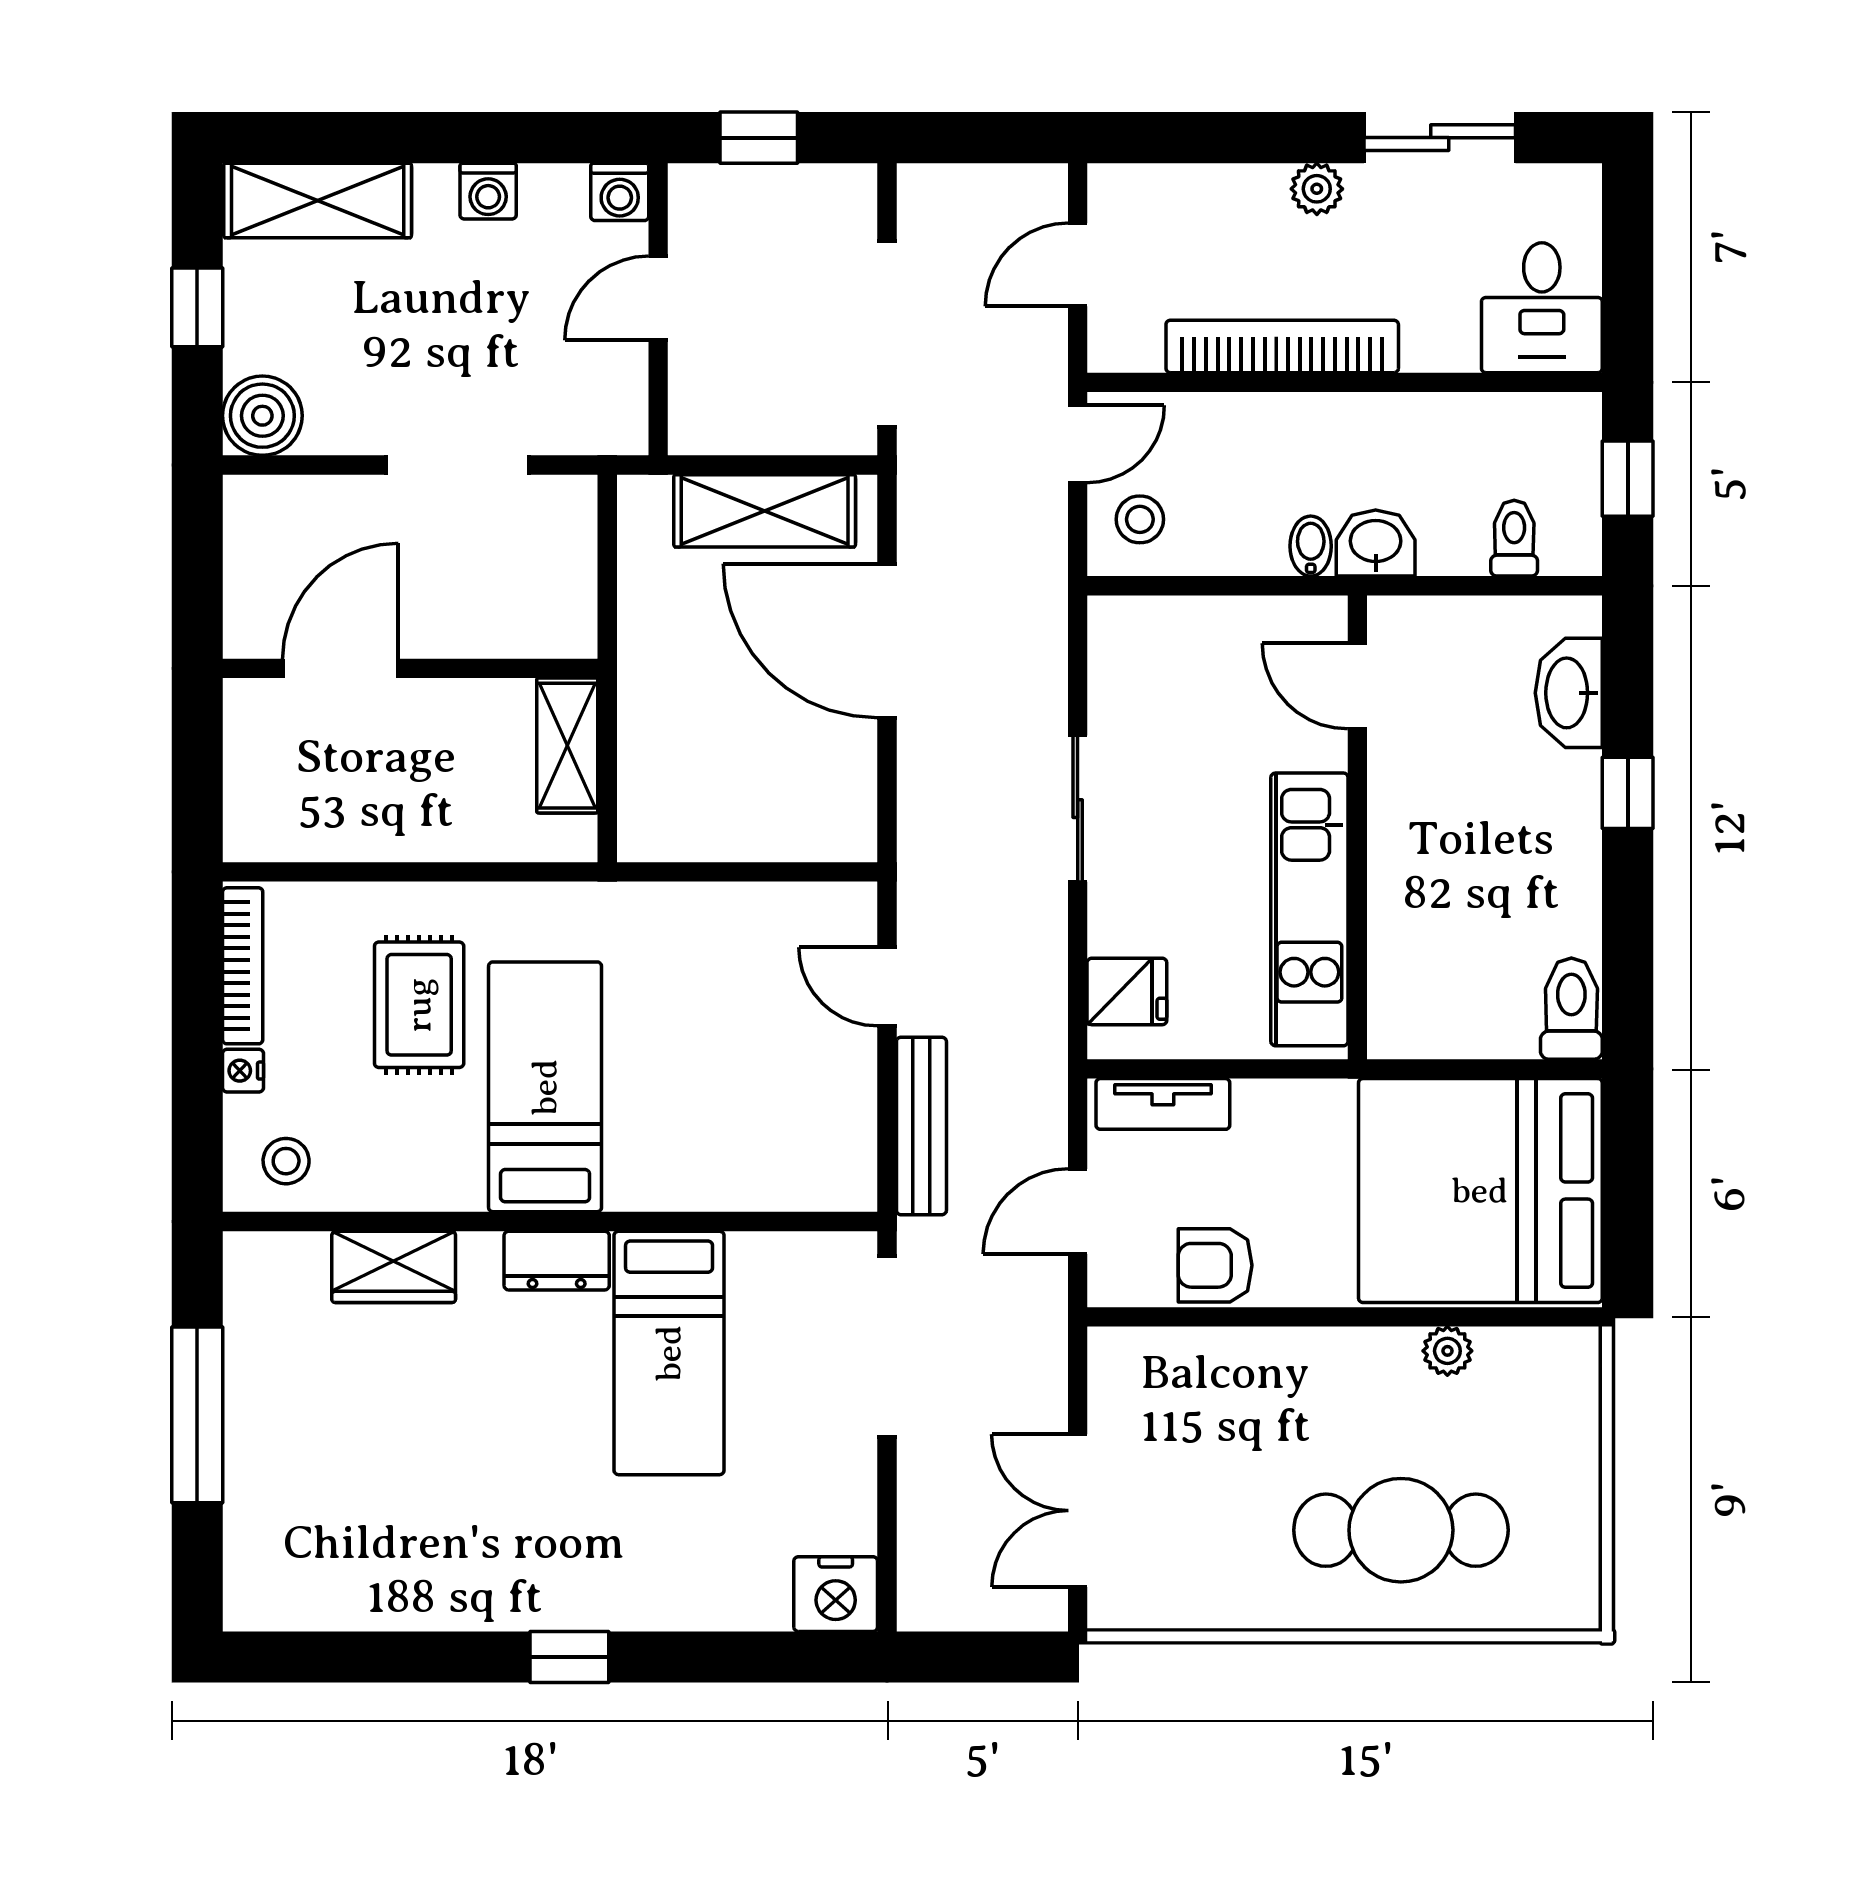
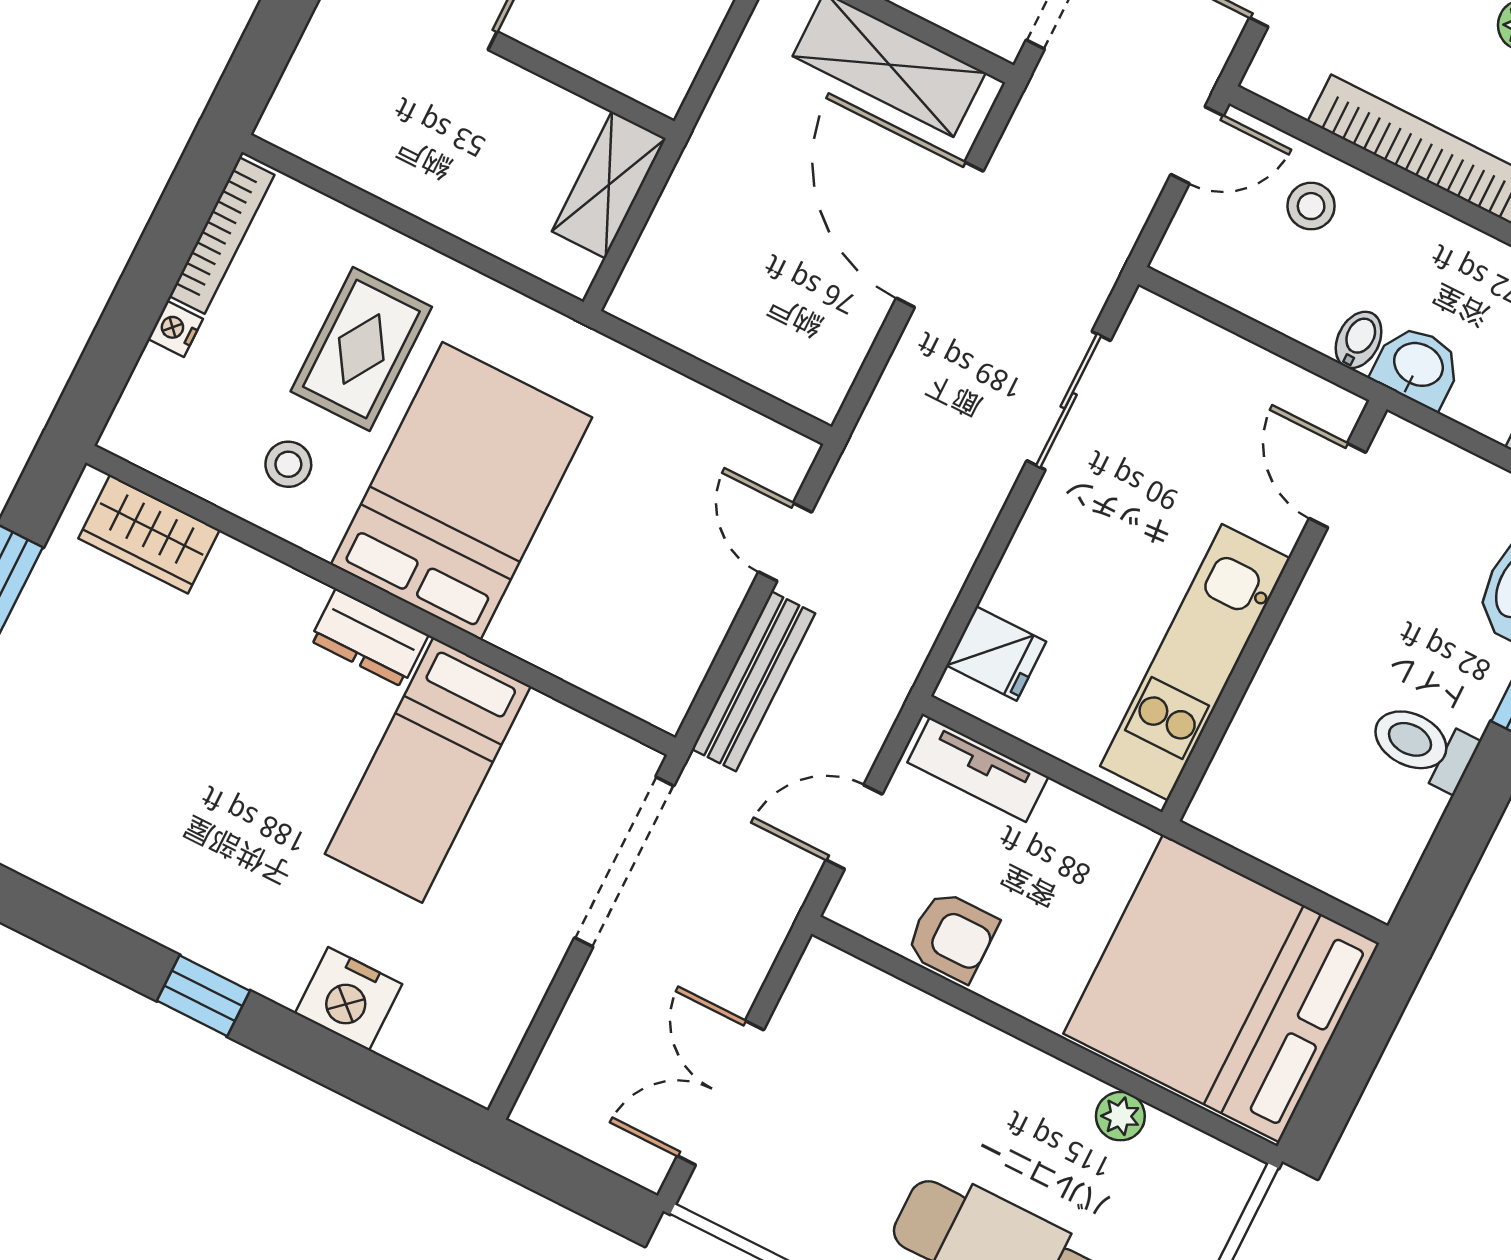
stool: (1140, 519) -> (1311, 206), moved
sliding door: (1078, 809) -> (1069, 401), moved
toilet: (1571, 1009) -> (1423, 746), moved, turned -90
bed: (545, 1087) -> (462, 491), width x1.50
stool: (286, 1161) -> (288, 464), moved
armchair: (1215, 1265) -> (952, 936), turned 180
wardrobe: (394, 1267) -> (149, 534), moved
nightstand: (836, 1594) -> (348, 999), moved

